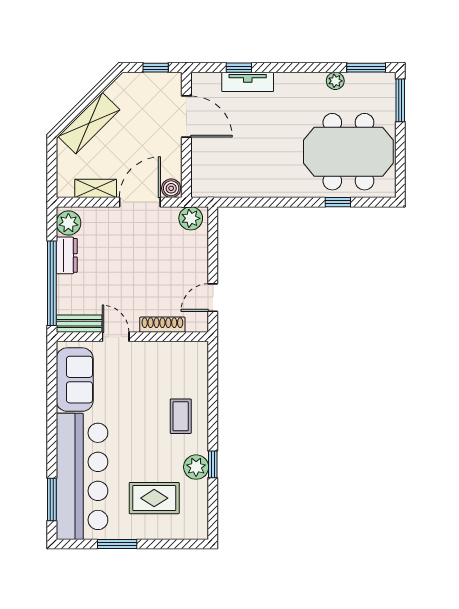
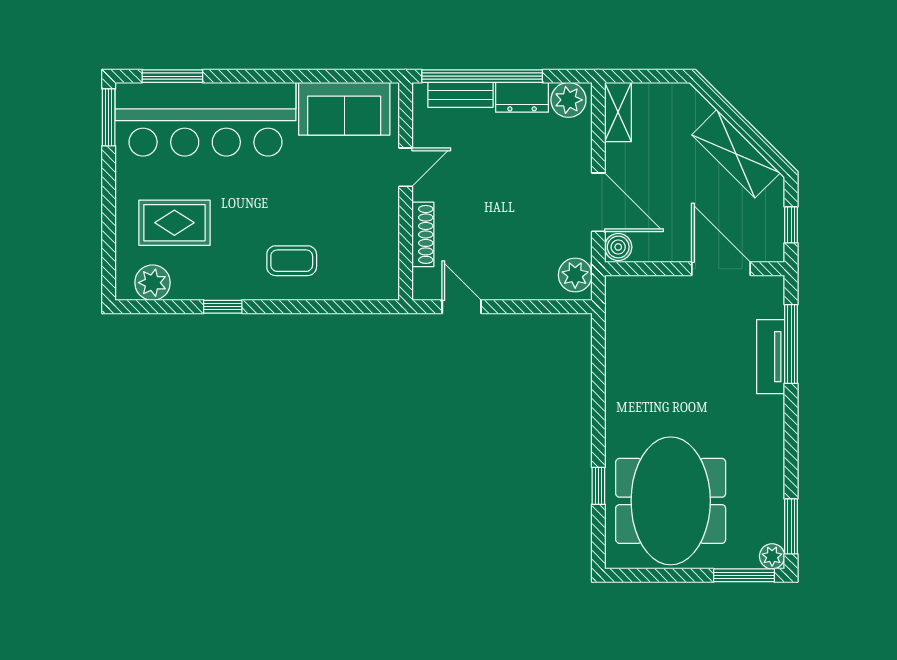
window: (239, 68) -> (791, 344), width x2.17
plant: (335, 81) -> (772, 556), moved
door: (186, 116) -> (721, 269), swing flipped
shelving: (89, 123) -> (736, 154), moved
shelving: (96, 188) -> (618, 112), moved
bench: (79, 324) -> (460, 95), moved, turned 90
plant: (196, 467) -> (153, 283), moved
rug: (154, 498) -> (174, 223), turned 90
window: (117, 544) -> (109, 117), moved

